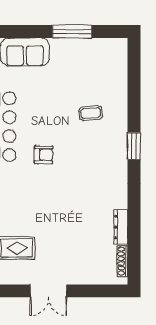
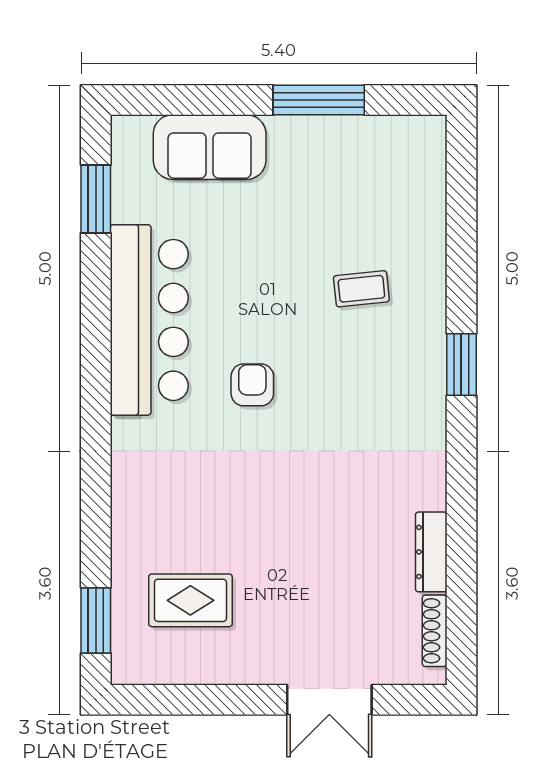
armchair: (44, 155) -> (252, 385), turned -91
double door: (48, 291) -> (329, 700), moved

